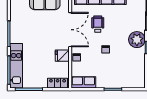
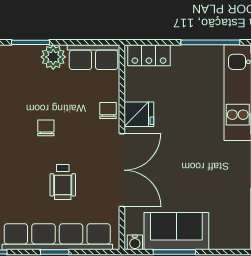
double door: (70, 30) -> (122, 170), swing flipped
plant: (102, 82) -> (53, 57), added

